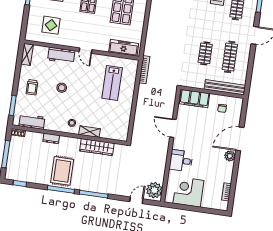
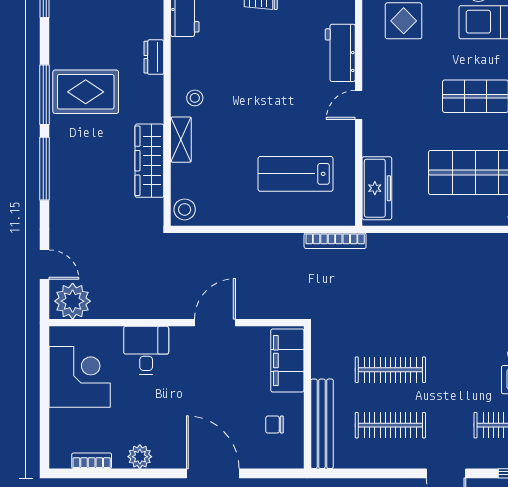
clothes rail: (205, 53) -> (390, 370), width x1.36
stool: (62, 88) -> (185, 209), moved
plant: (230, 156) -> (140, 457), moved

